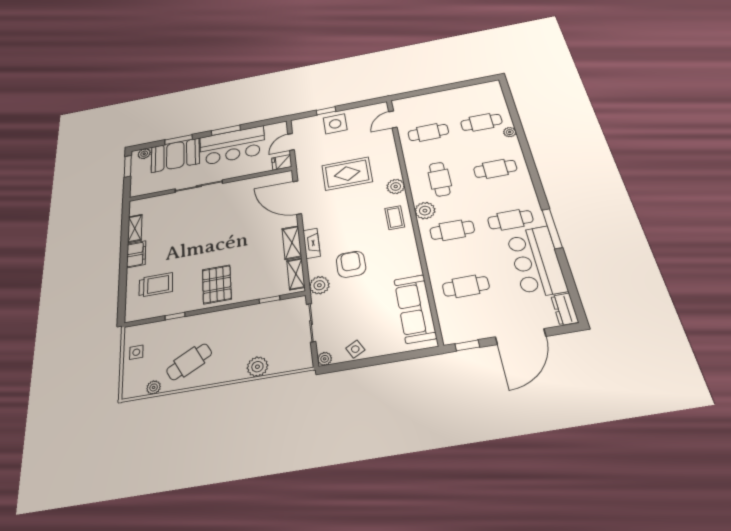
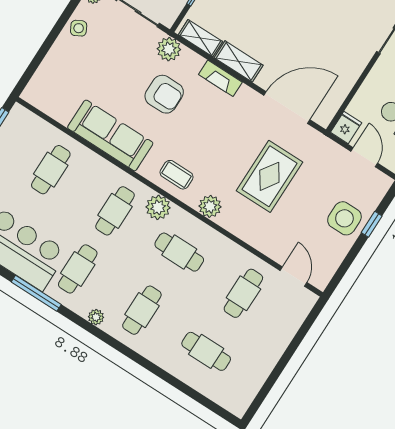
cafe table: (481, 122) -> (206, 351), turned 90
plant: (510, 132) -> (96, 317), moved
sofa: (415, 308) -> (110, 135), moved

